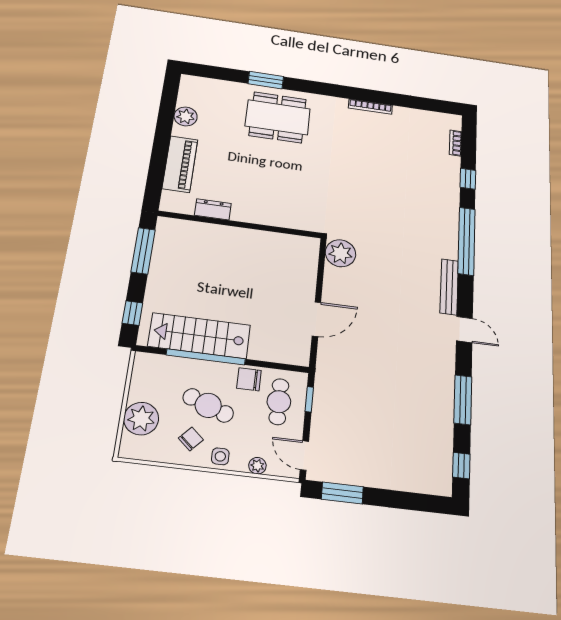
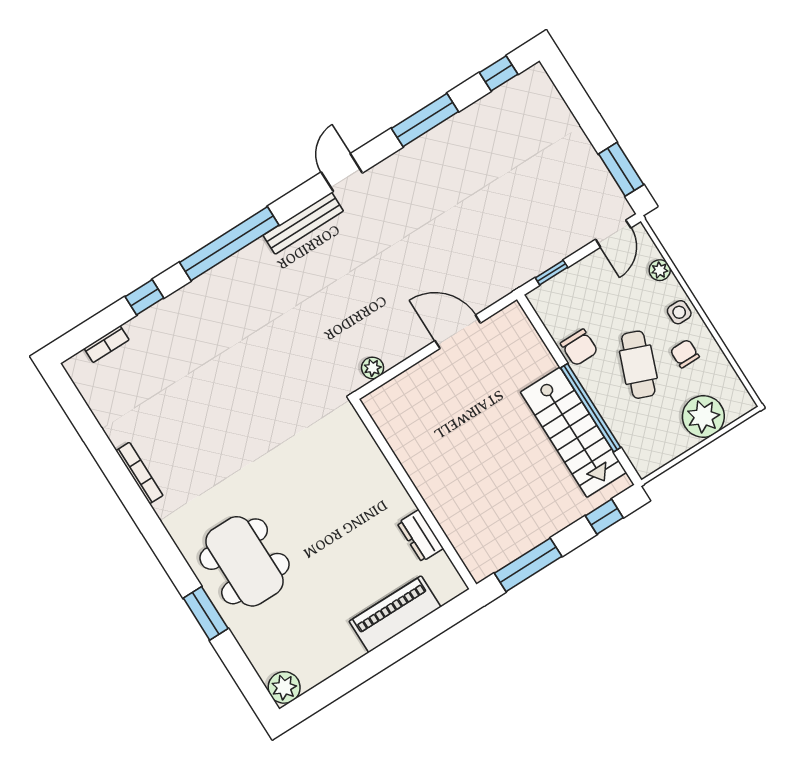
plant: (186, 116) -> (284, 687), moved
plant: (341, 253) -> (373, 368), width x0.53, depth x0.53
cafe table: (279, 402) -> (578, 300), removed
chair: (191, 439) -> (685, 354), turned 48

